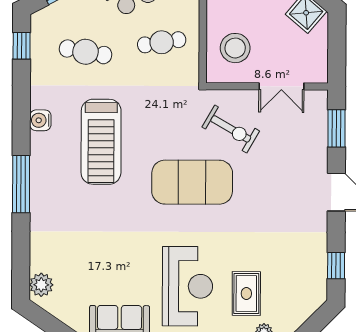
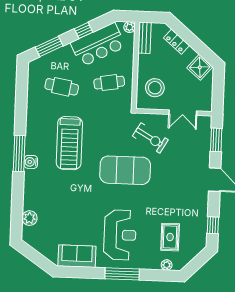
window: (22, 46) -> (22, 82), removed
water cooler: (40, 120) -> (31, 162), moved
window: (21, 184) -> (19, 153), moved
plant: (41, 285) -> (30, 218), moved
rug: (246, 293) -> (170, 237), moved

